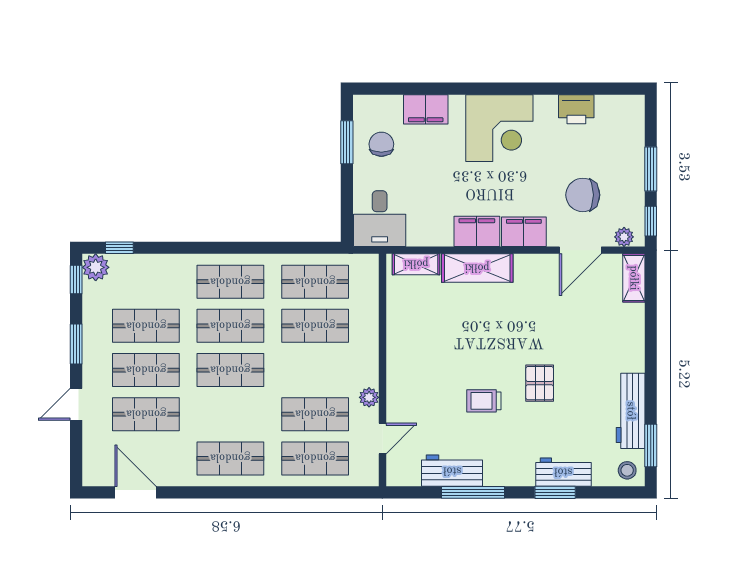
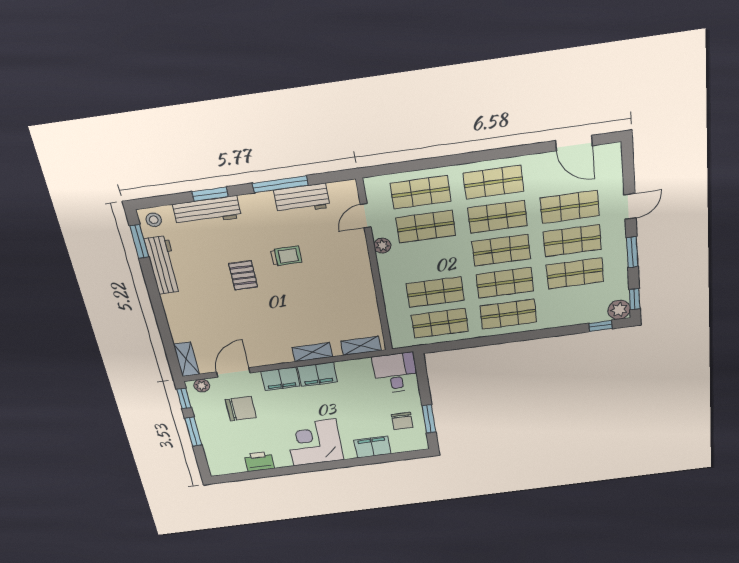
shelving: (477, 268) -> (312, 352), width x0.67, depth x0.75
shop shelf: (230, 414) -> (497, 217), added
workbench: (563, 472) -> (207, 211), width x1.38

